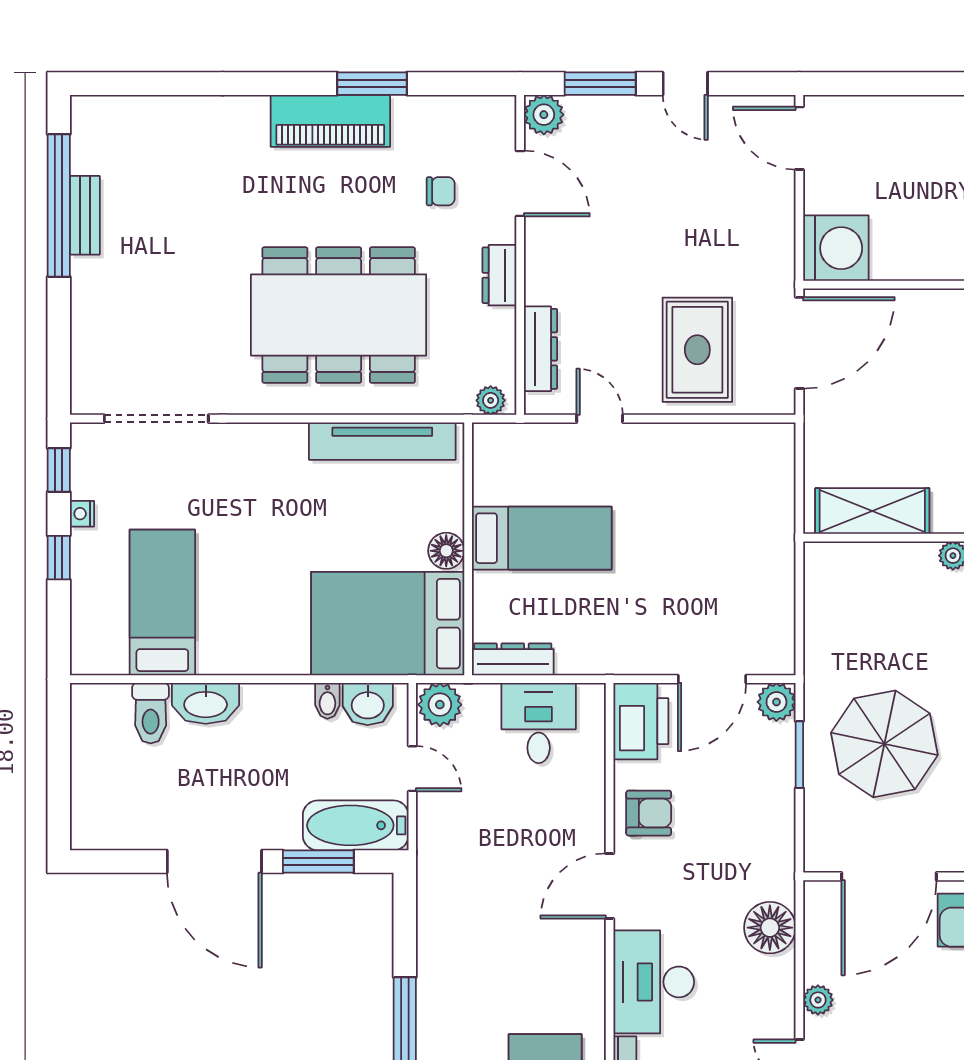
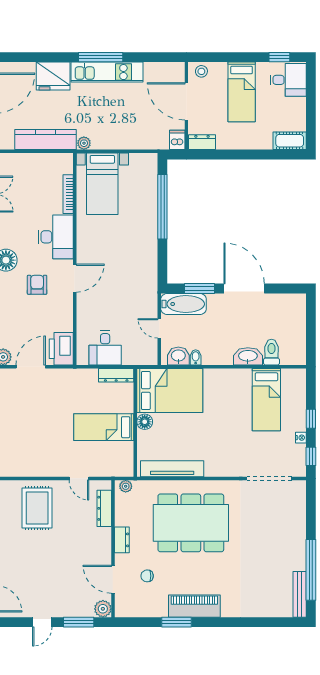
door: (685, 84) -> (42, 622), swing flipped
bench: (85, 215) -> (300, 594), moved, width x1.36
plant: (440, 705) -> (147, 356), removed
armchair: (649, 813) -> (37, 285), moved, turned 90

